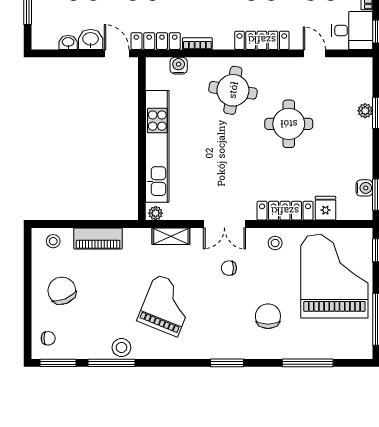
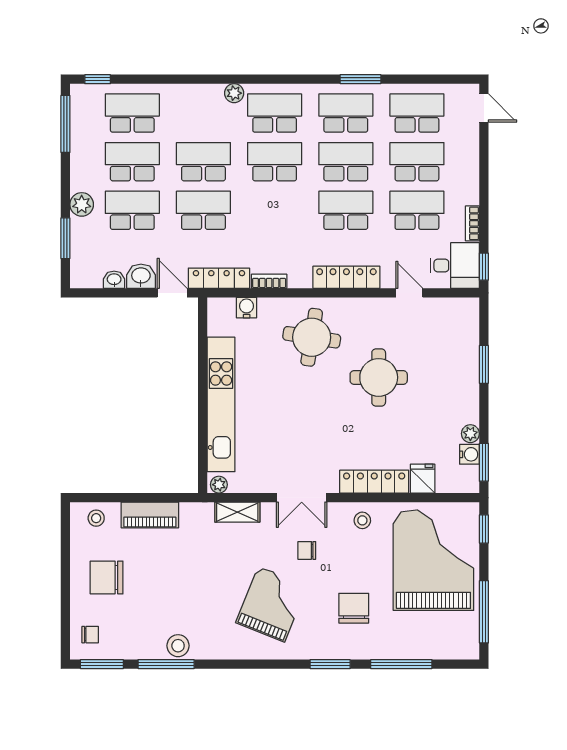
plant: (365, 111) -> (470, 434), moved
chair: (62, 291) -> (107, 577), turned -68
grand piano: (166, 305) -> (271, 604), moved
window: (227, 363) -> (330, 664), moved

